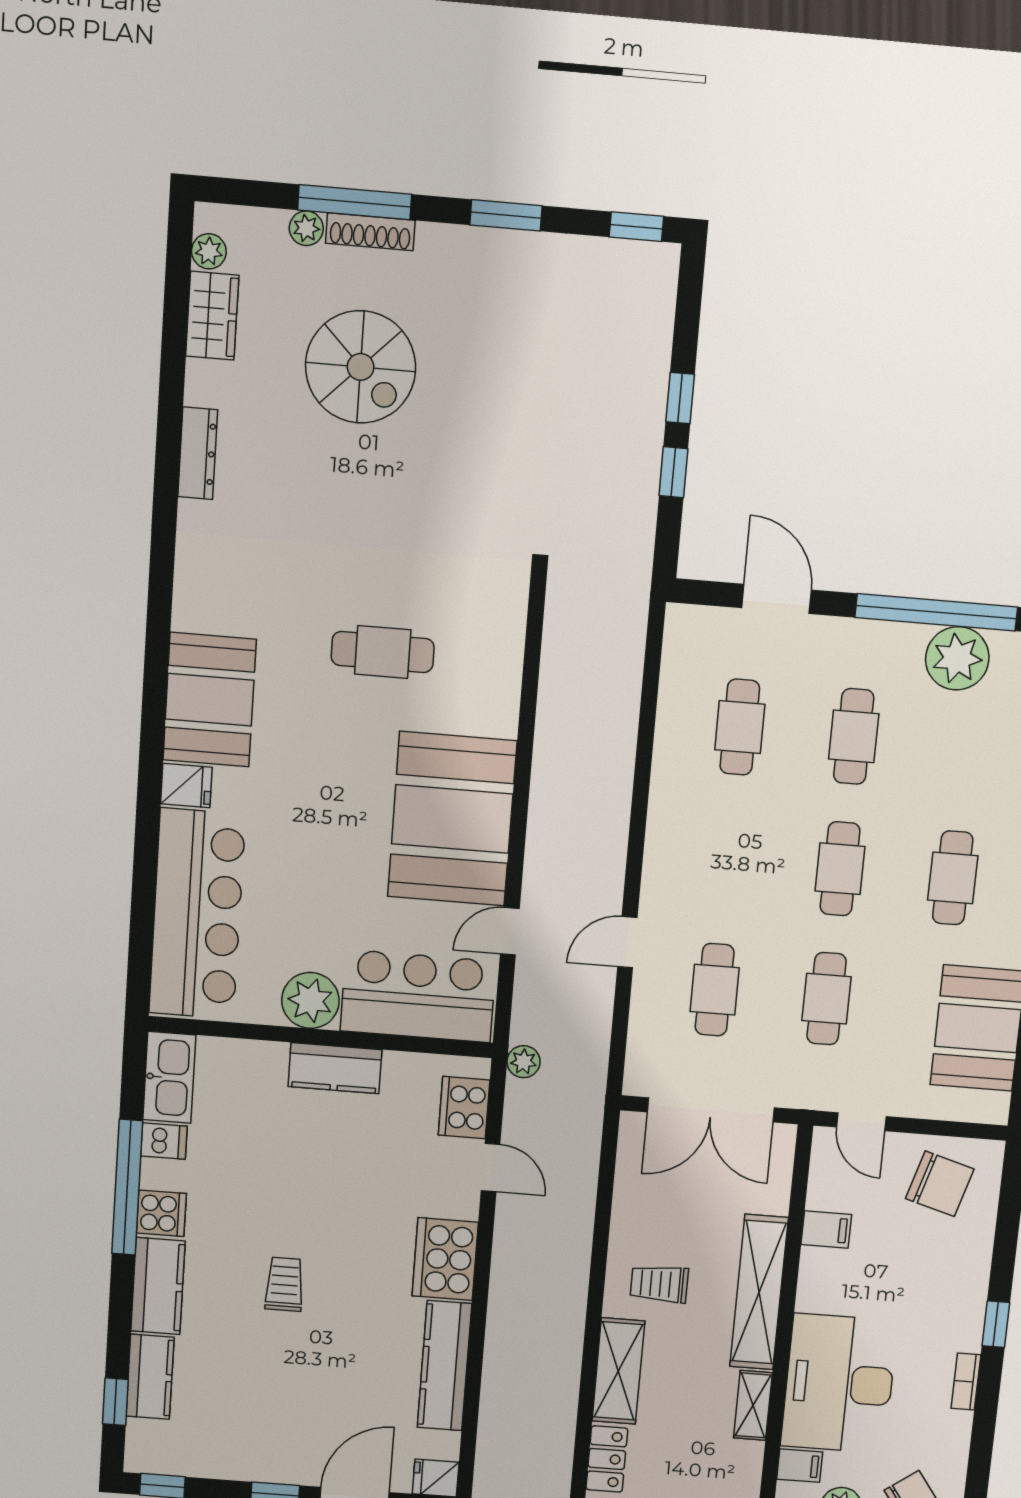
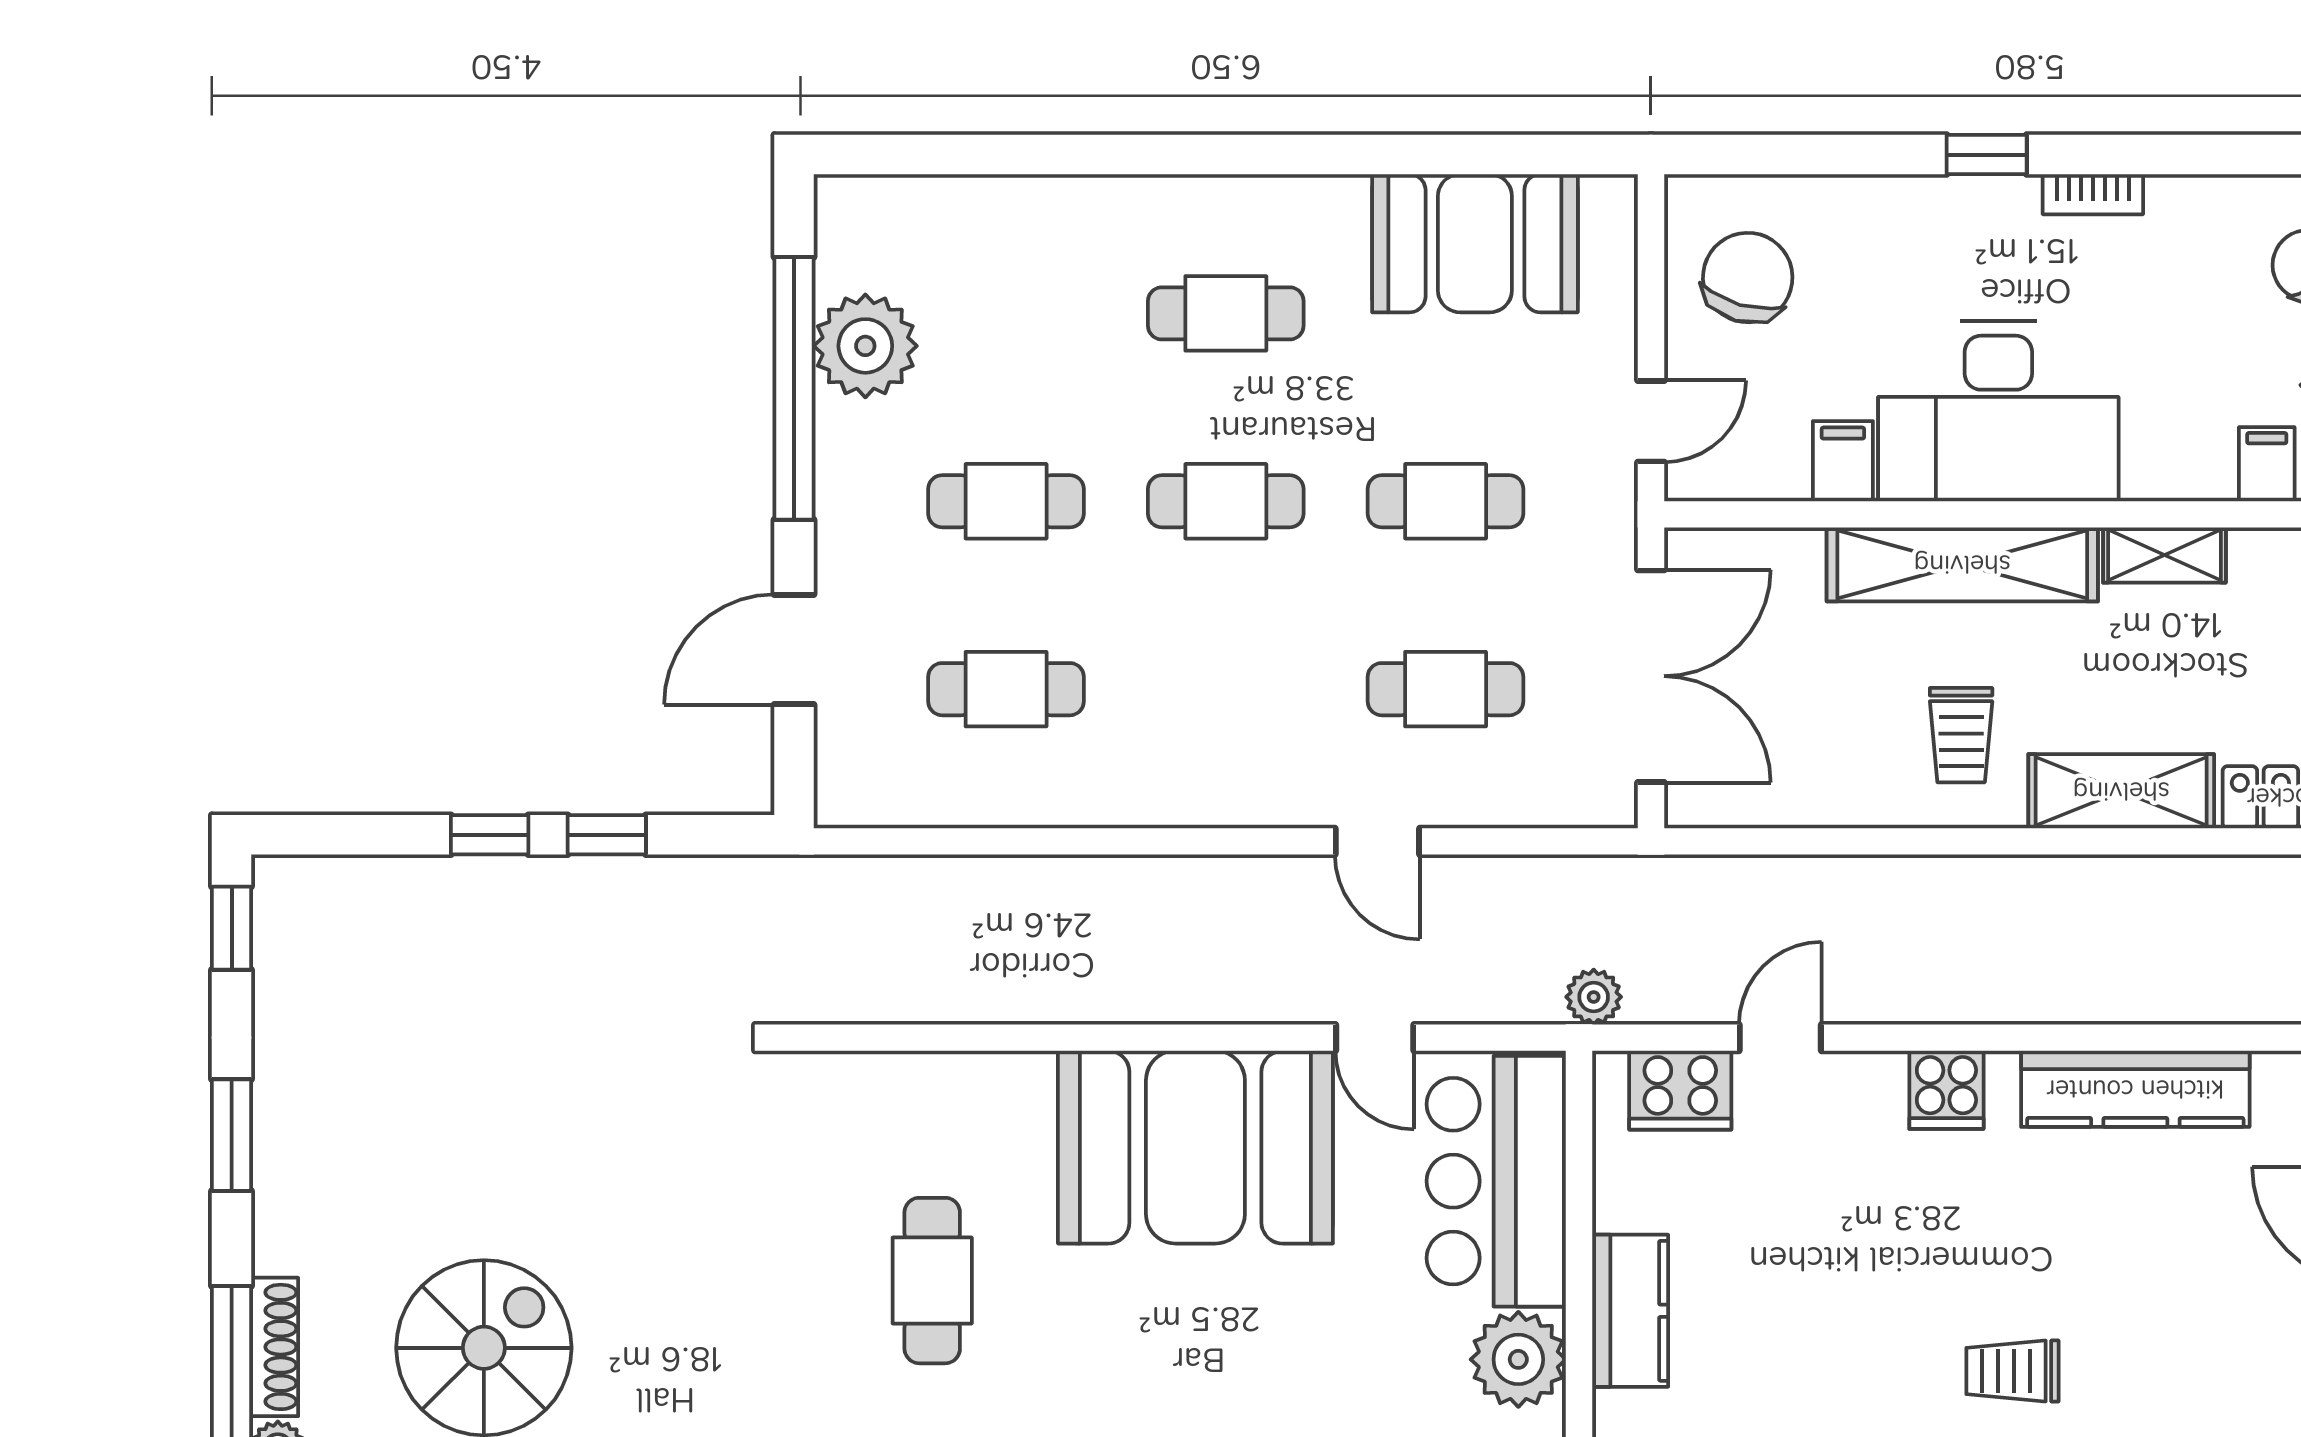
cooker: (445, 1259) -> (1946, 1090), width x0.53, depth x0.76
desk: (839, 1383) -> (1998, 411), moved

